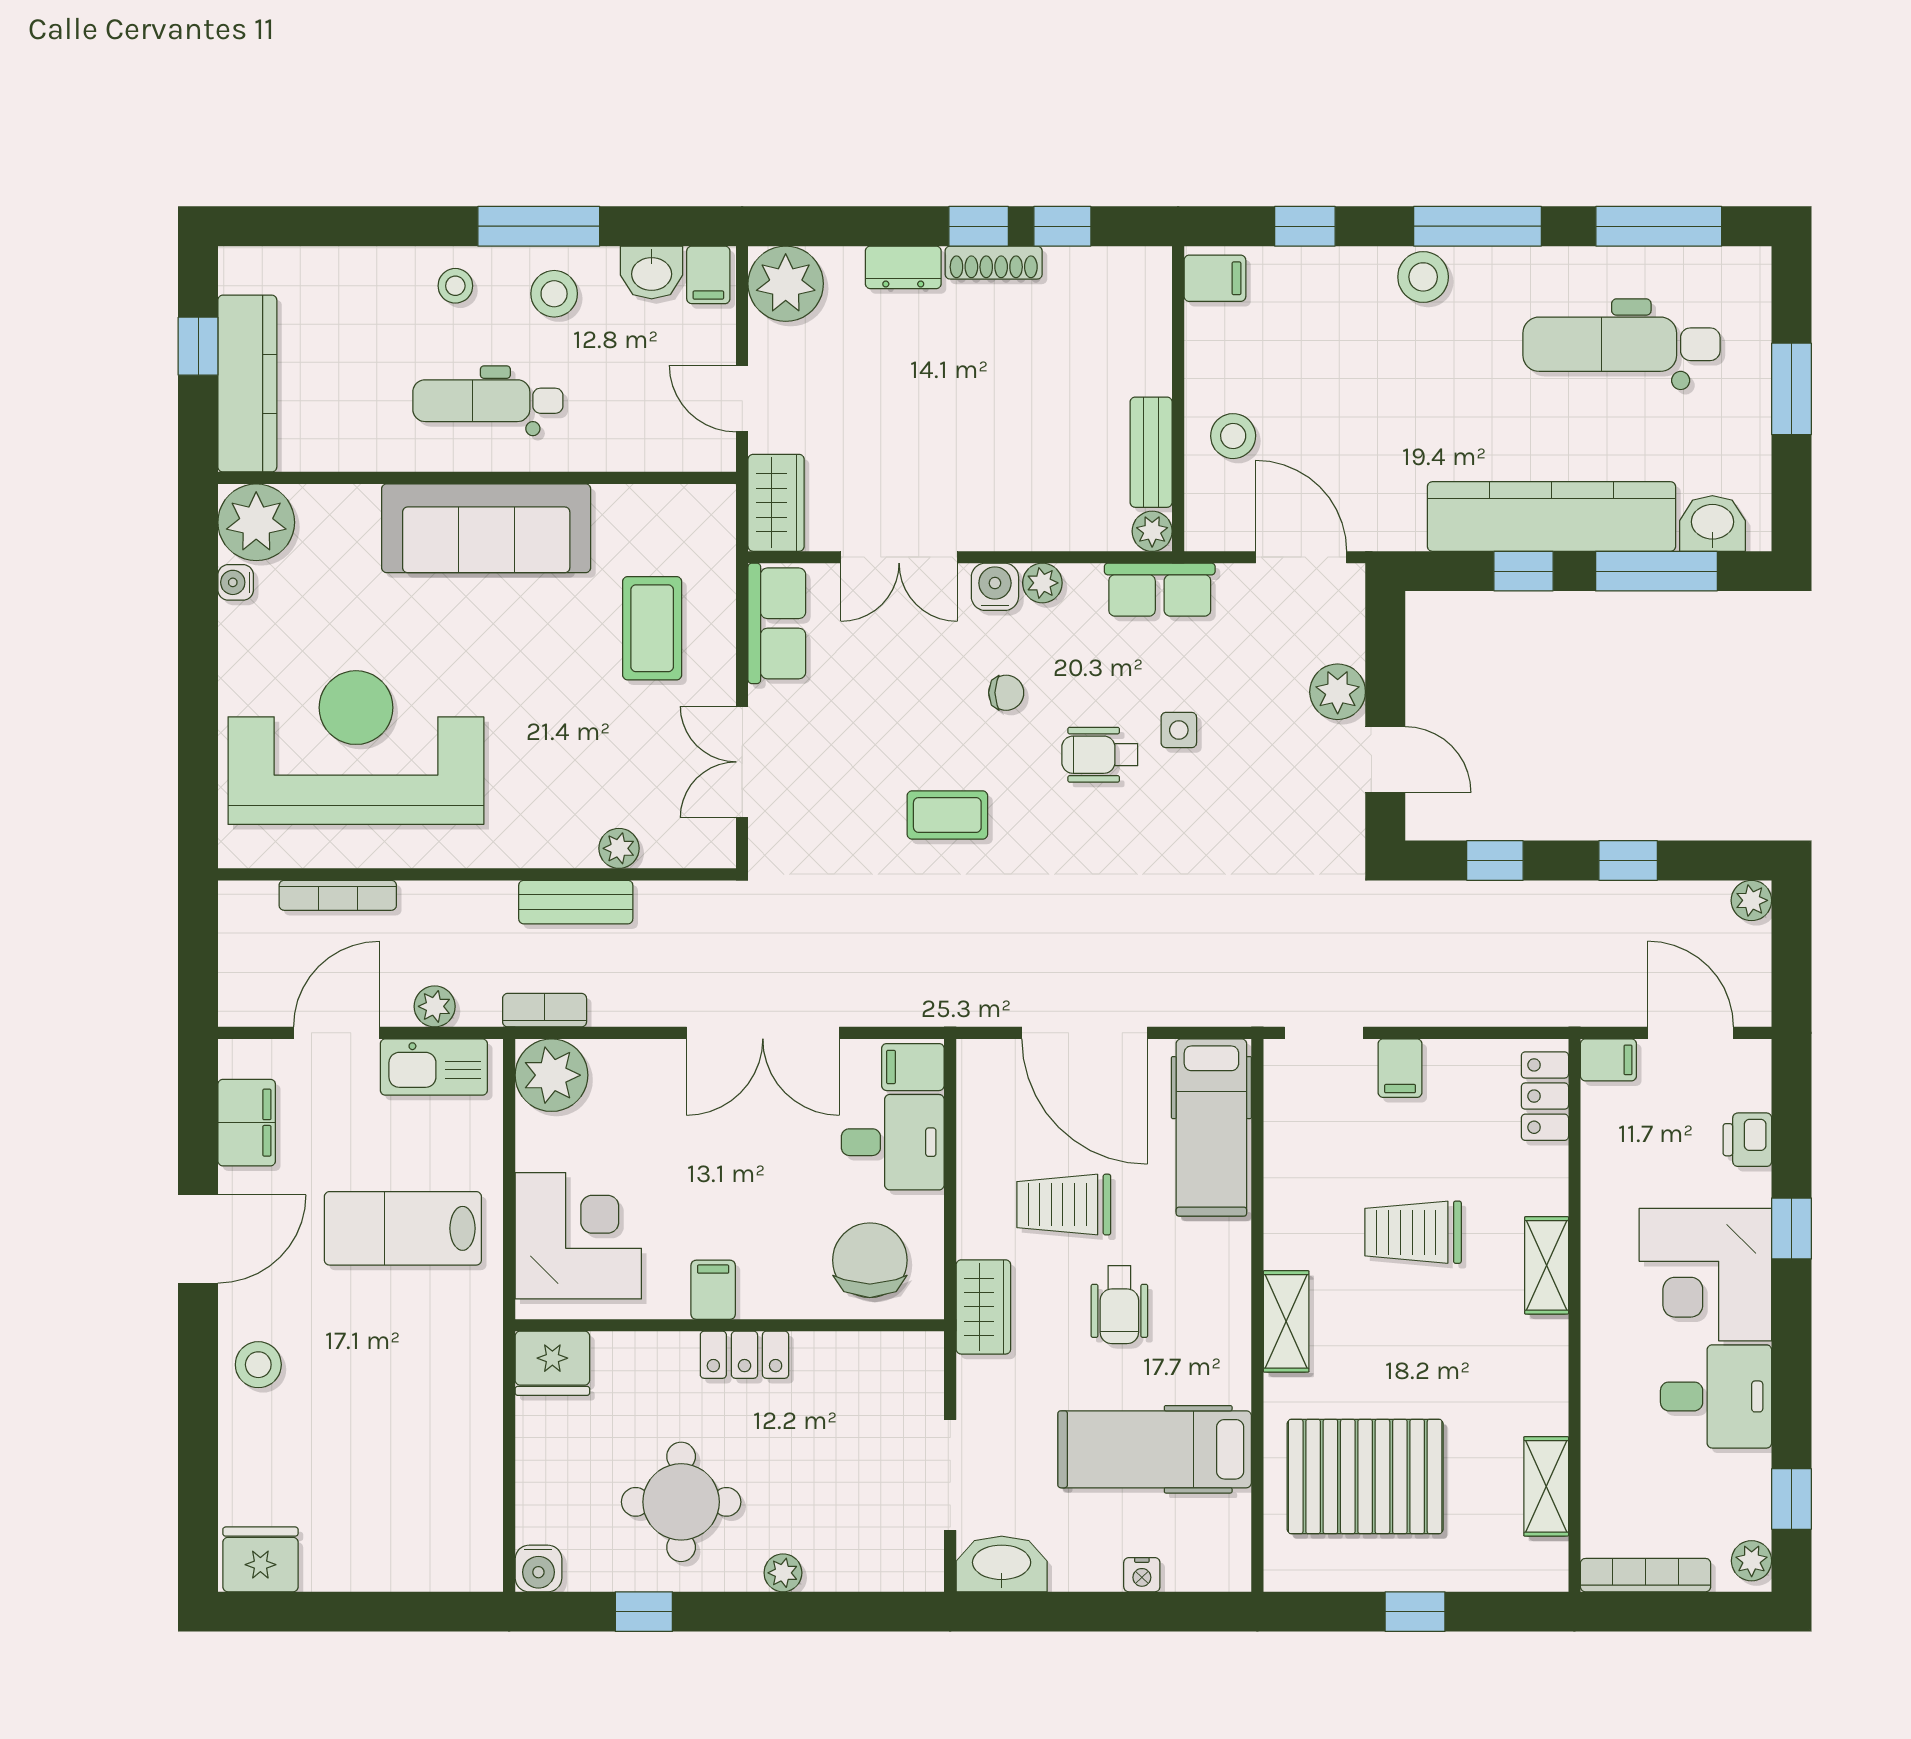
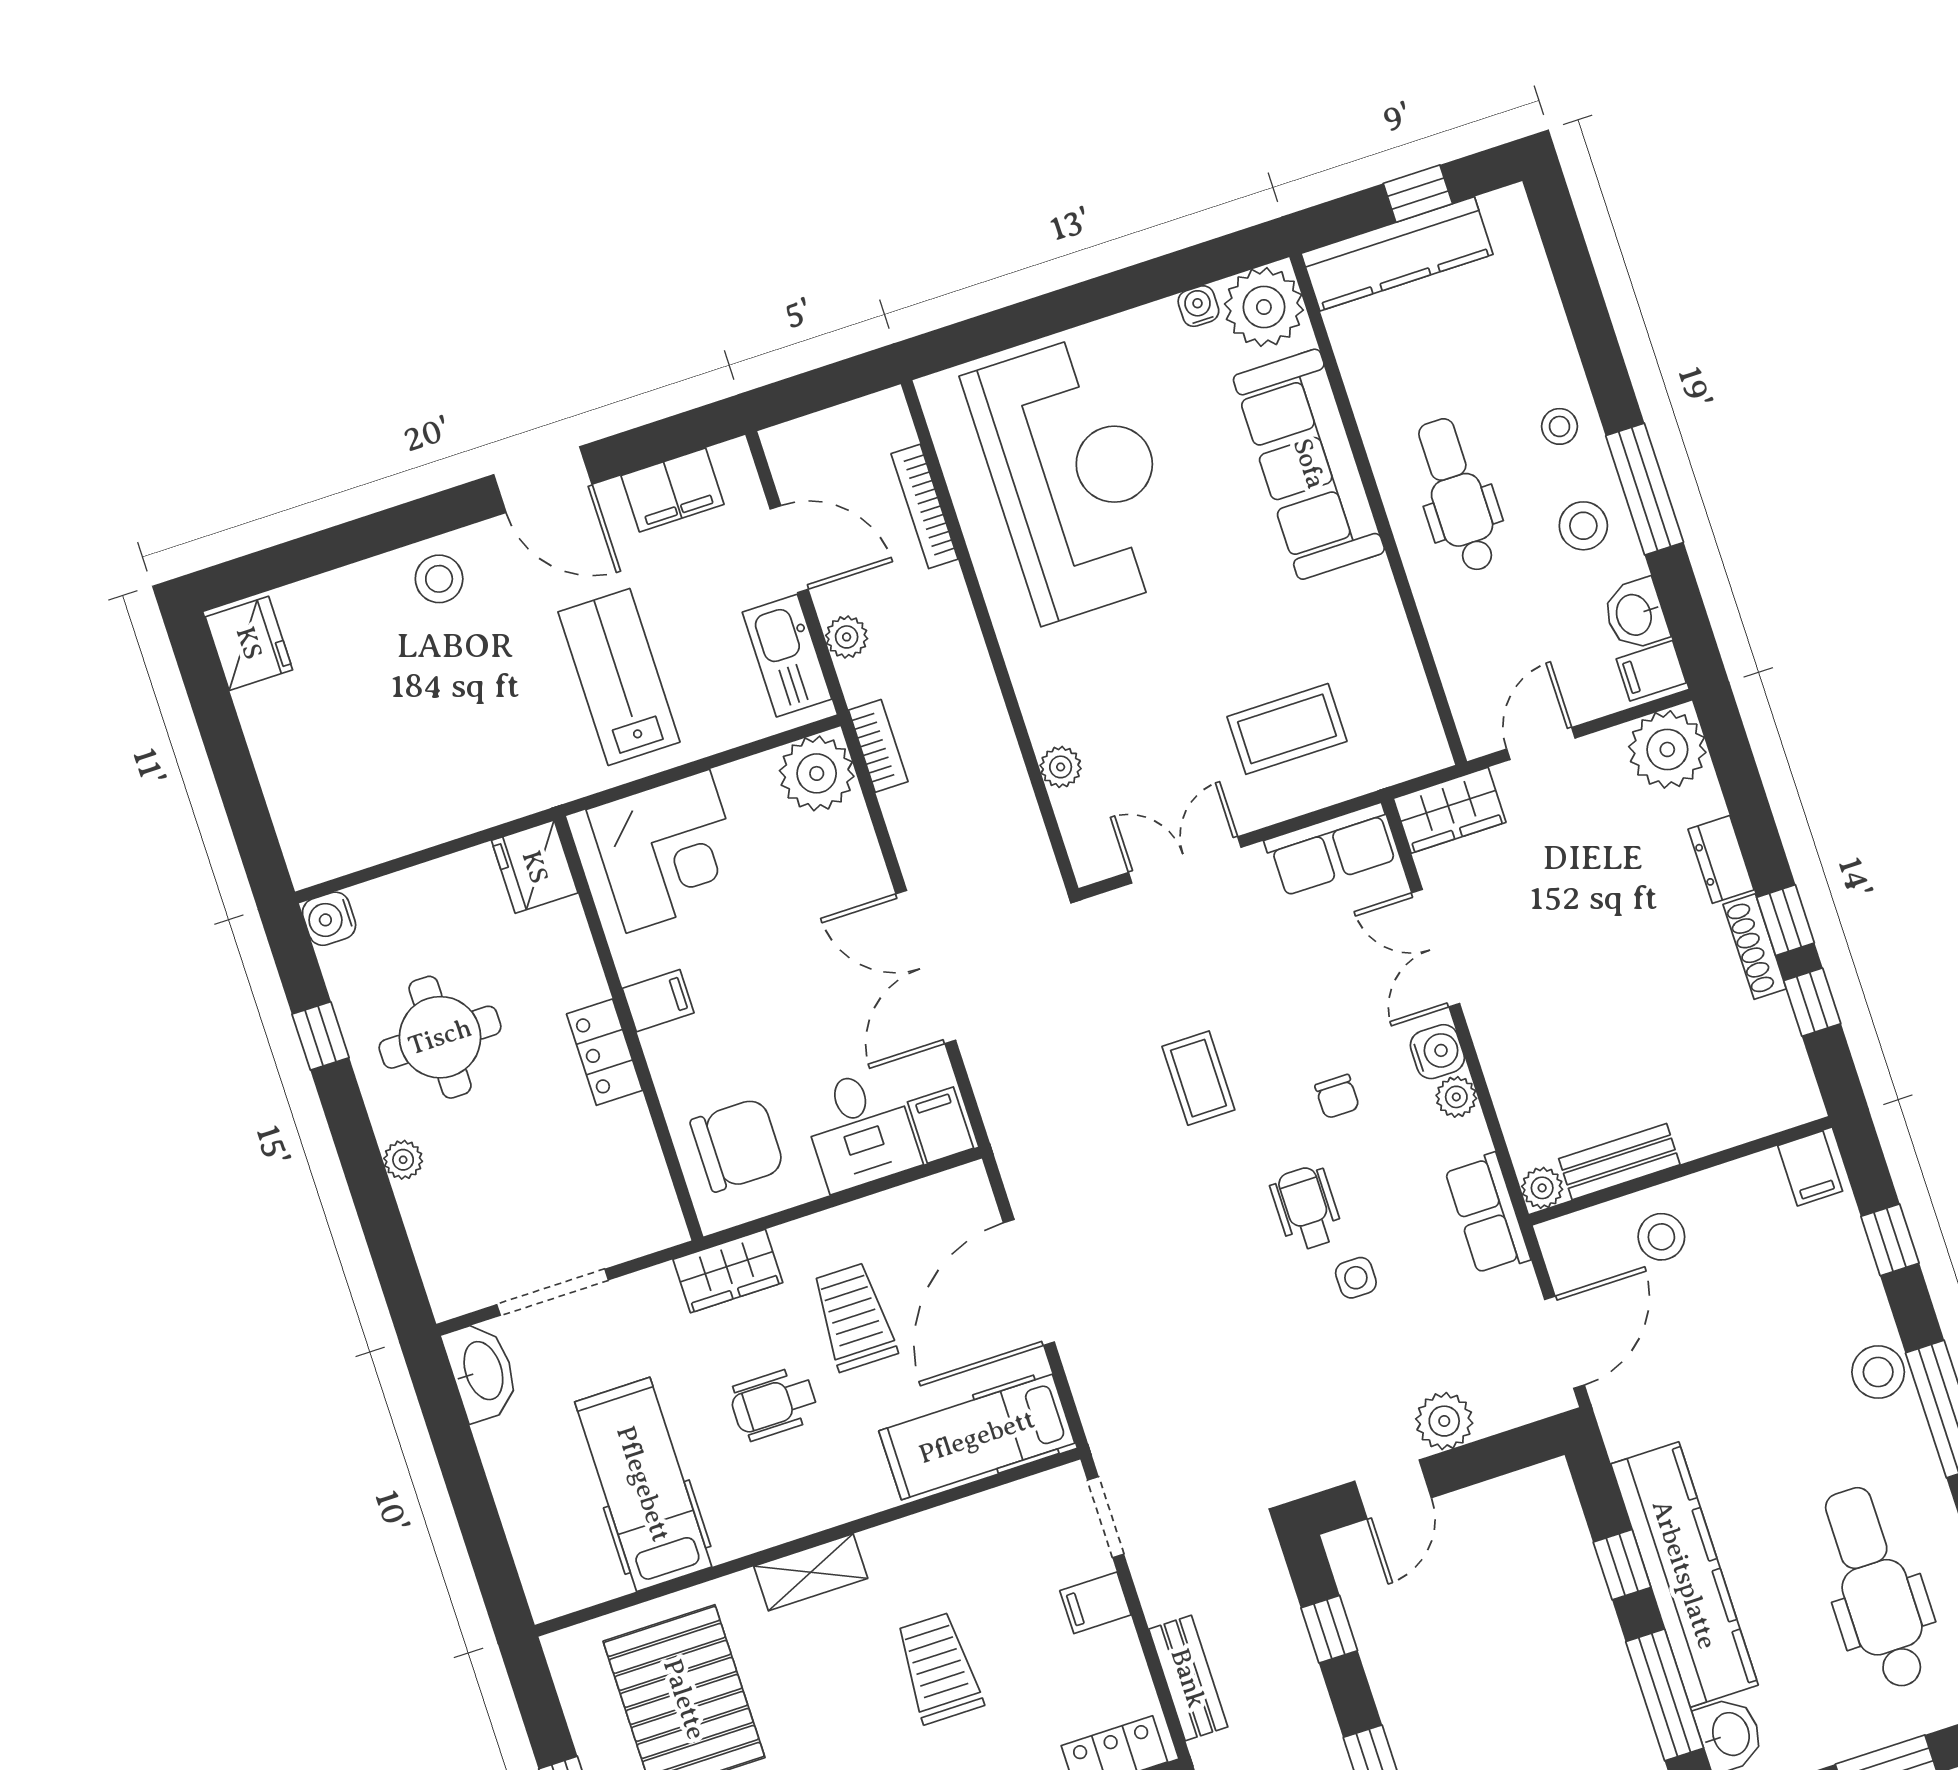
sofa: (486, 528) -> (1309, 464), moved
bench: (576, 902) -> (1188, 1678), moved
nightstand: (1142, 1575) -> (516, 1512), removed

